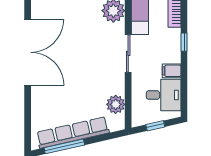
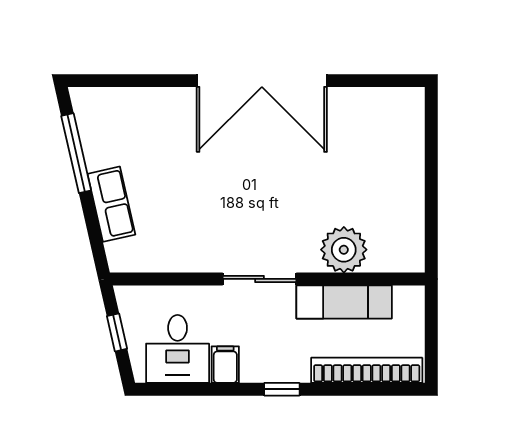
plant: (116, 104) -> (159, 254), removed
row of seats: (73, 133) -> (111, 204), width x0.50

